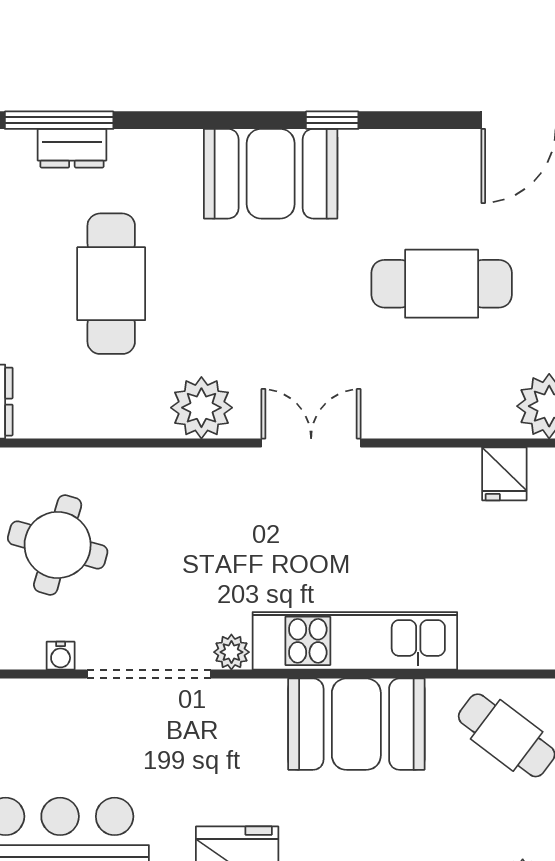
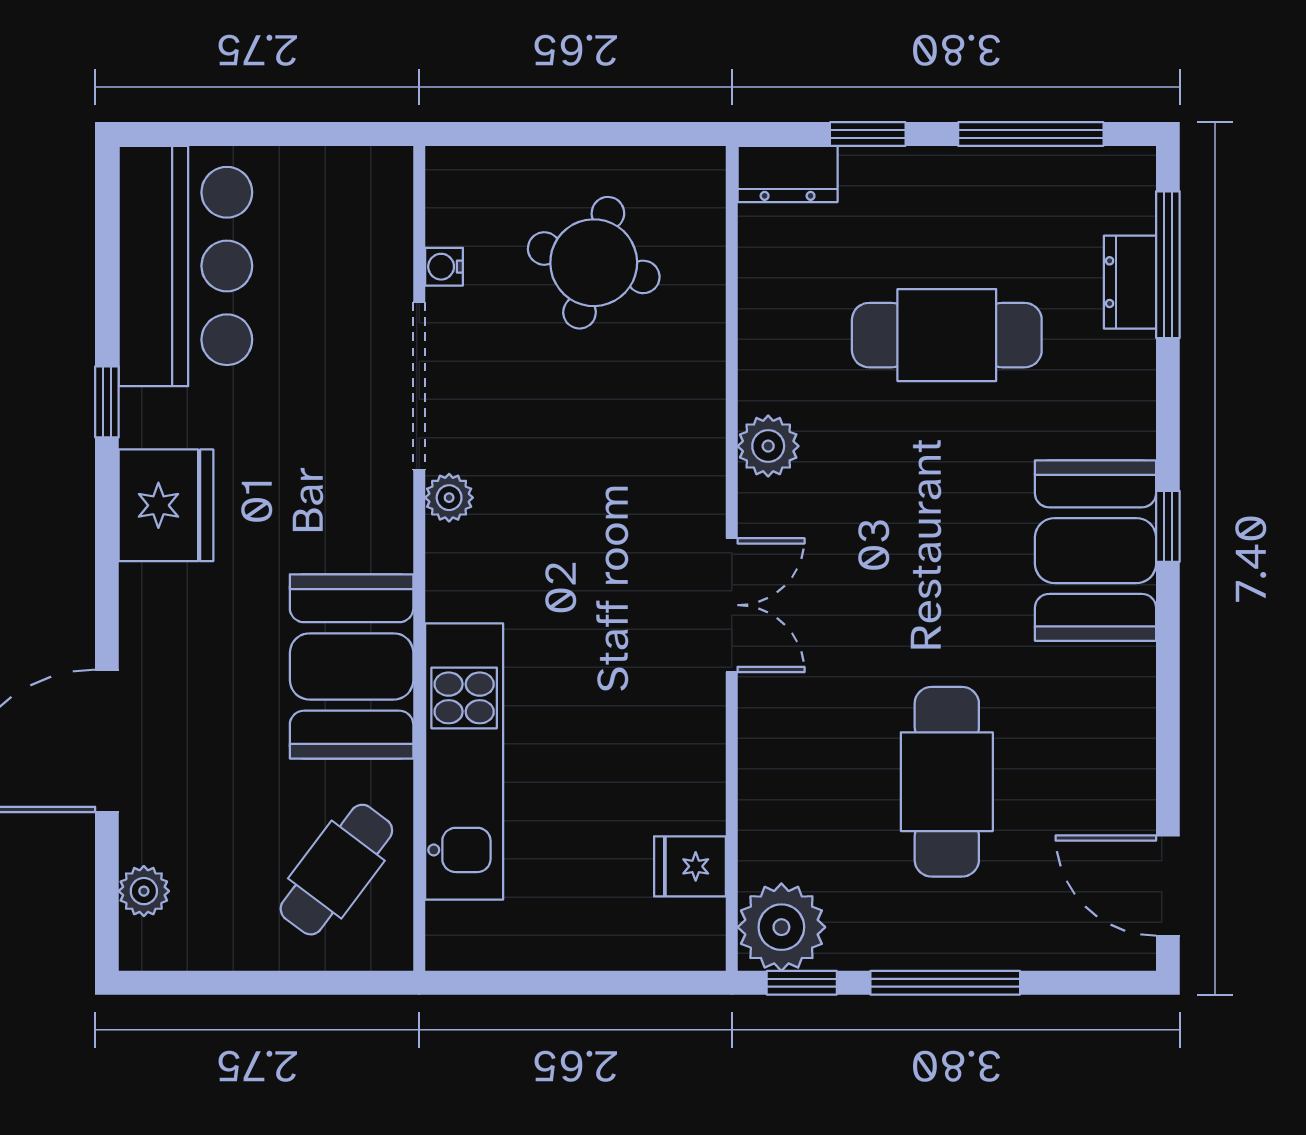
window: (332, 120) -> (1168, 526), moved
plant: (201, 408) -> (768, 446), width x0.73, depth x0.73
kitchen unit: (355, 641) -> (464, 761), moved

